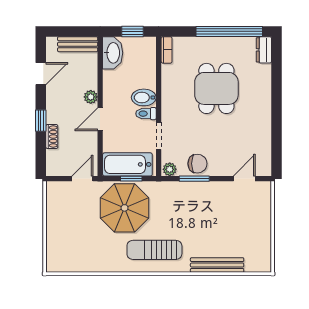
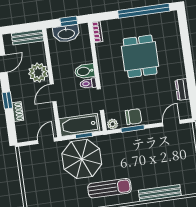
dresser: (264, 50) -> (182, 90), moved
washbasin: (113, 53) -> (66, 34), moved, turned 90
plant: (91, 97) -> (38, 73), width x1.88, depth x1.88
sun lounger: (154, 250) -> (110, 188), turned 180

